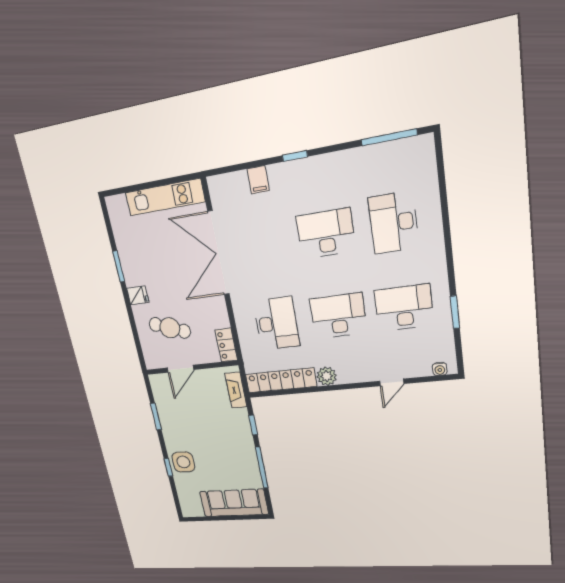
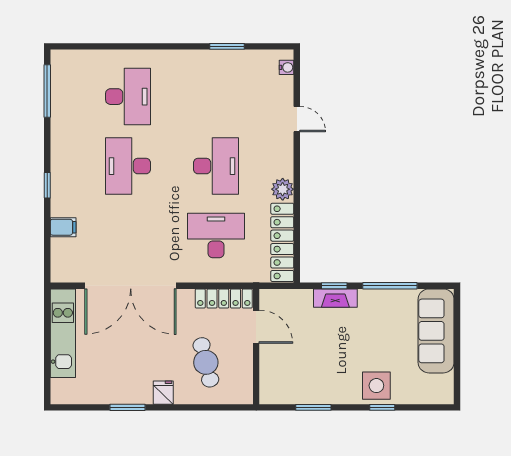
desk: (394, 223) -> (128, 97), turned -90
desk: (404, 308) -> (216, 97), removed
desk: (338, 316) -> (216, 166), turned 180
cafe table: (170, 328) -> (206, 362), turned -34
locker: (226, 345) -> (224, 298), width x1.53
door: (180, 369) -> (256, 327), moved
fireplace: (236, 390) -> (335, 298), moved

